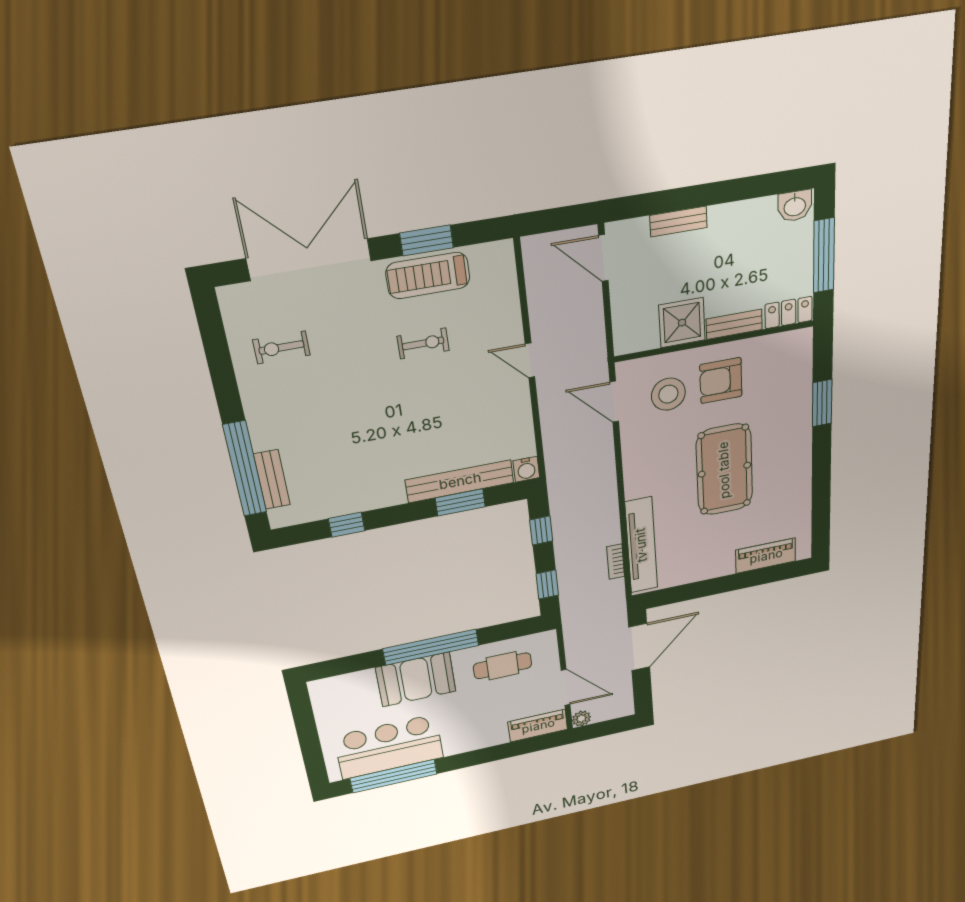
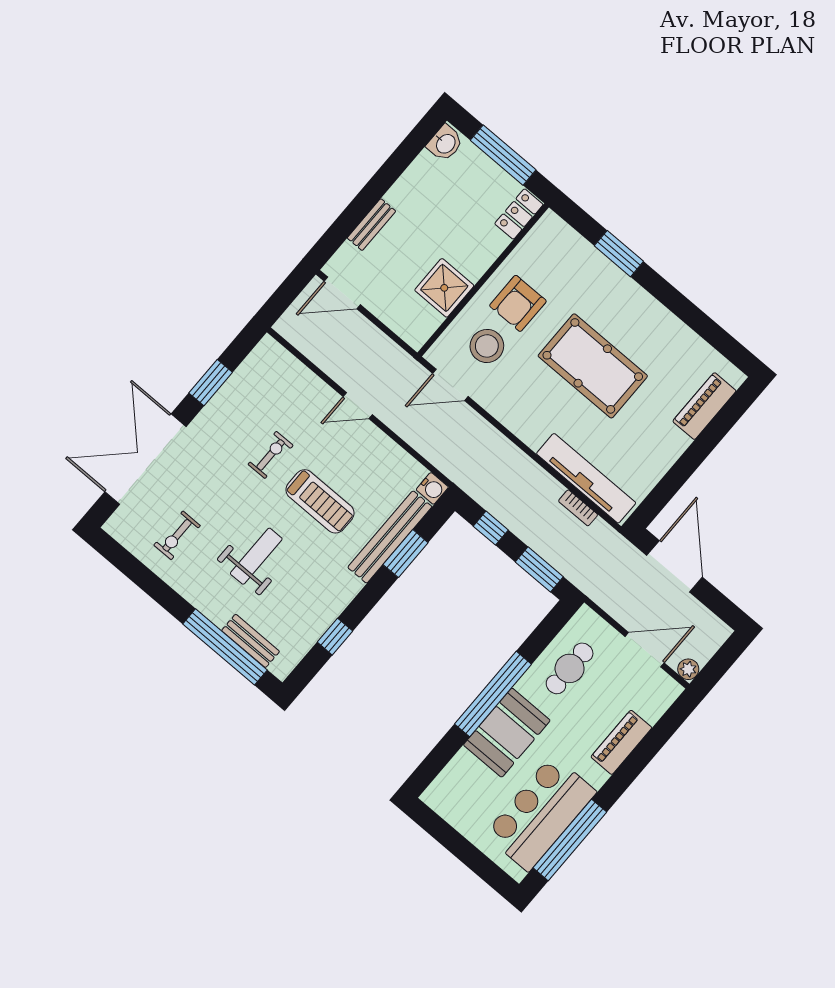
treadmill: (428, 276) -> (320, 501), moved, turned -90
bench: (734, 324) -> (485, 256), removed
weight bench: (337, 416) -> (256, 556), added
window: (547, 584) -> (539, 569), width x1.50
piano: (538, 726) -> (621, 742), moved

